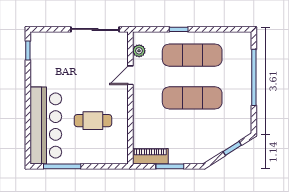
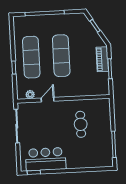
door: (130, 75) -> (48, 100), swing flipped
bar counter: (46, 125) -> (46, 159), moved, width x0.73
piano: (150, 156) -> (102, 59), moved

